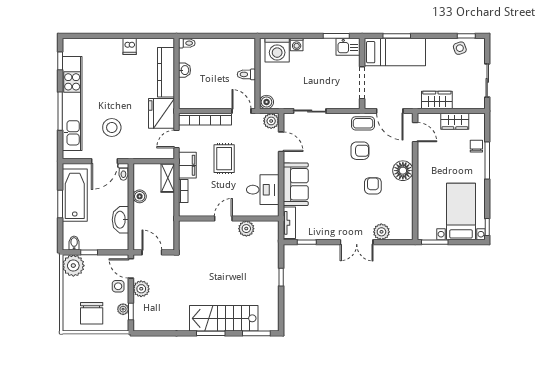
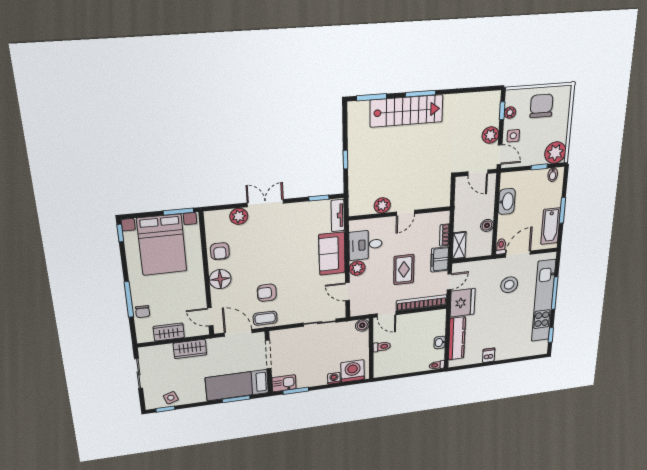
plant: (271, 121) -> (357, 268), moved
armchair: (373, 186) -> (220, 251), moved
bathtub: (75, 195) -> (551, 226), width x0.73, depth x0.73
bed with nightstands: (461, 211) -> (162, 245), width x1.36

